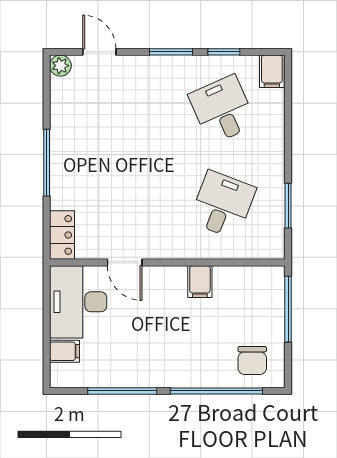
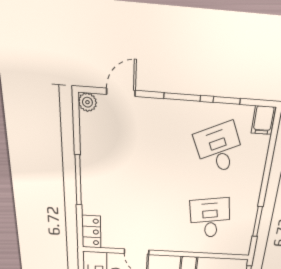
door: (99, 52) -> (121, 92), hinge flipped
desk: (222, 205) -> (210, 218), turned -30

